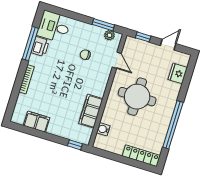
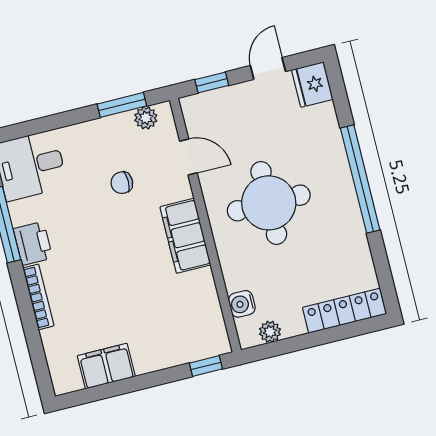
printer: (40, 47) -> (33, 243), moved
fridge: (178, 73) -> (312, 85), moved
filing cabinet: (91, 111) -> (185, 236), moved
window: (173, 125) -> (360, 179), moved
plant: (108, 147) -> (270, 332), added

